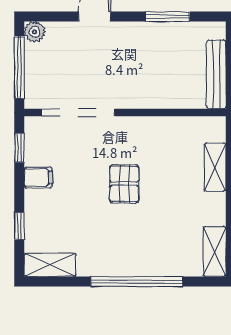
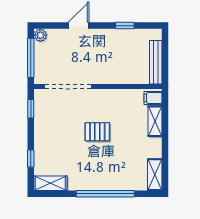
window: (167, 16) -> (125, 26), width x0.67
filing cabinet: (38, 178) -> (153, 98), moved, turned 180
pallet: (124, 184) -> (97, 132), turned 90

